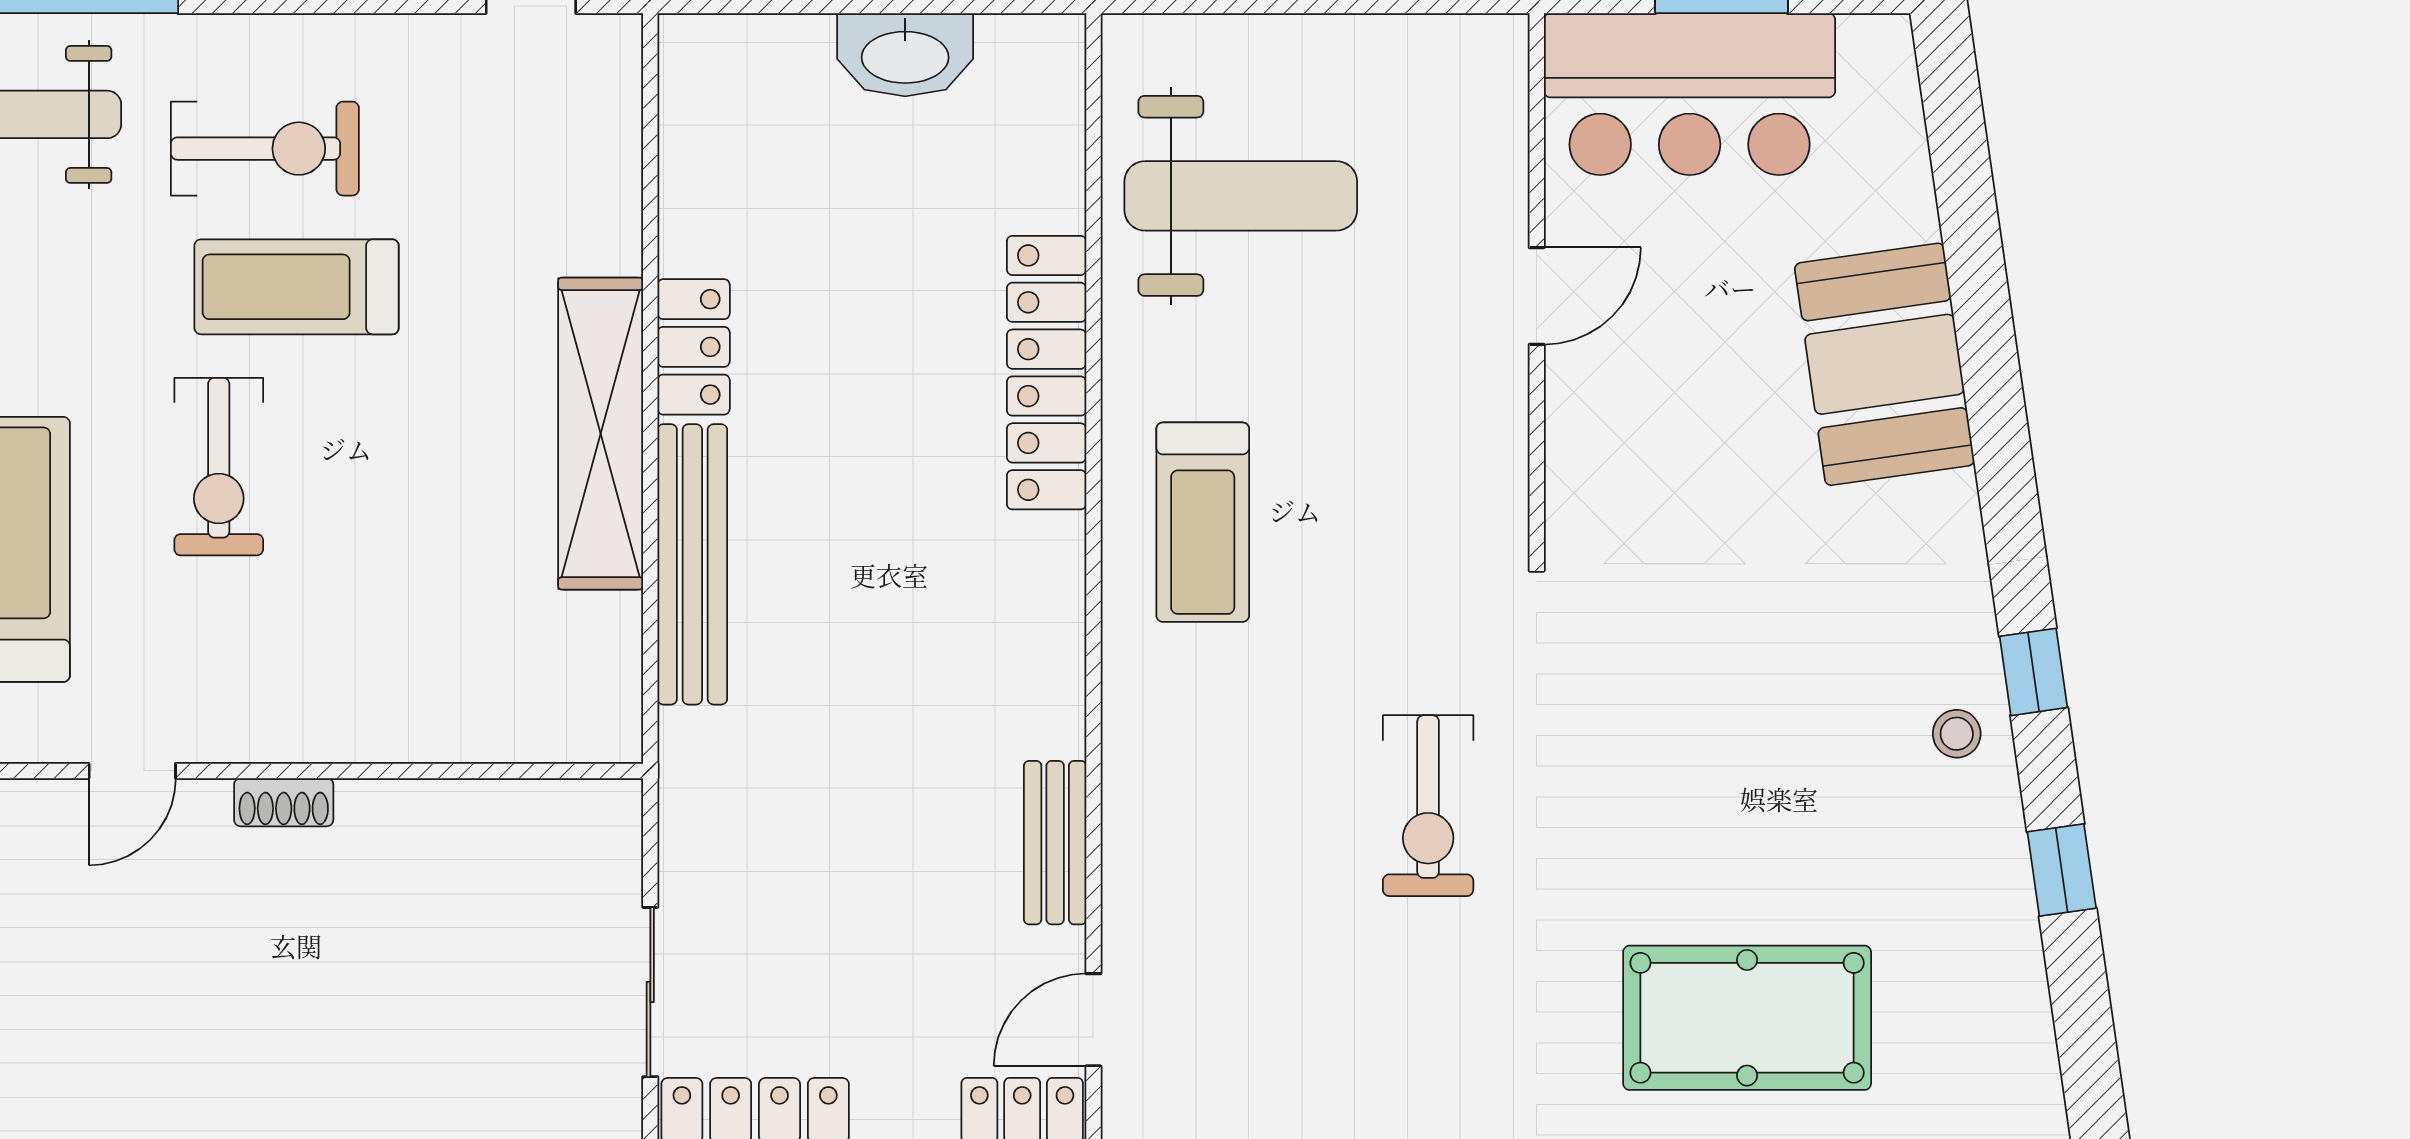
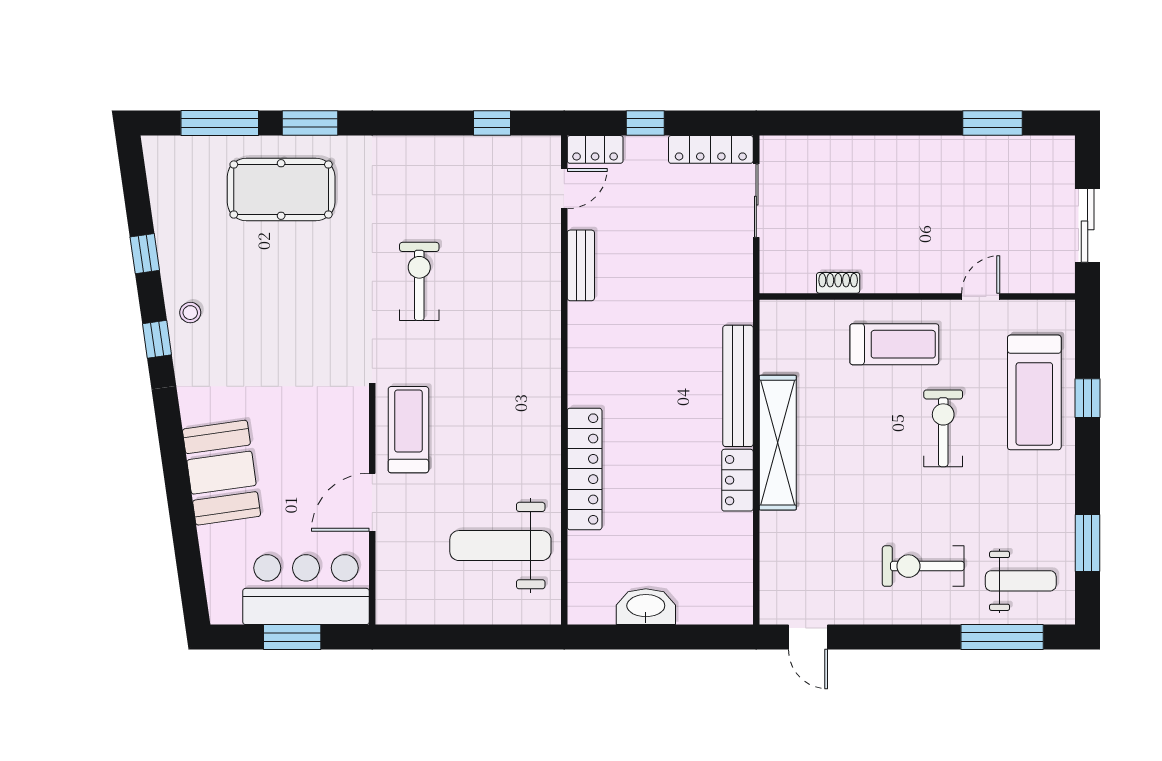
treadmill: (297, 287) -> (894, 344), moved
door: (1537, 296) -> (372, 502), width x1.38
treadmill: (1203, 522) -> (408, 430), moved
shoe rack: (284, 802) -> (838, 283), moved

